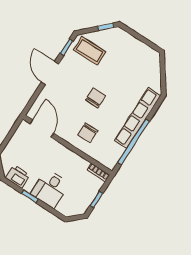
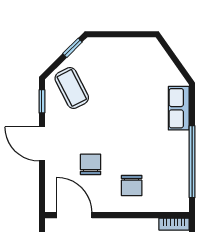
coffee table: (90, 51) -> (72, 88), turned 63
chair: (96, 98) -> (91, 164), moved
row of seats: (138, 118) -> (179, 108), width x0.50

